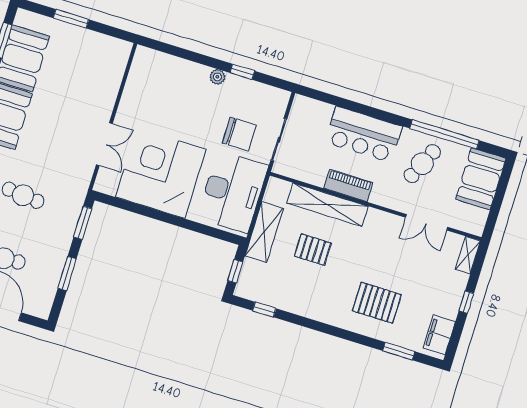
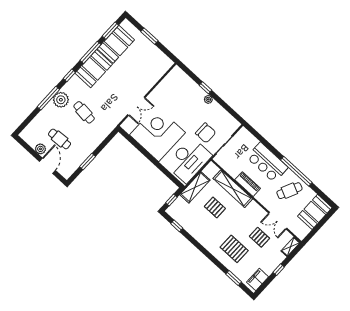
window: (242, 72) -> (206, 88), moved
window: (445, 134) -> (296, 171), moved
window: (83, 223) -> (107, 140), removed
pallet: (409, 264) -> (259, 237), added

